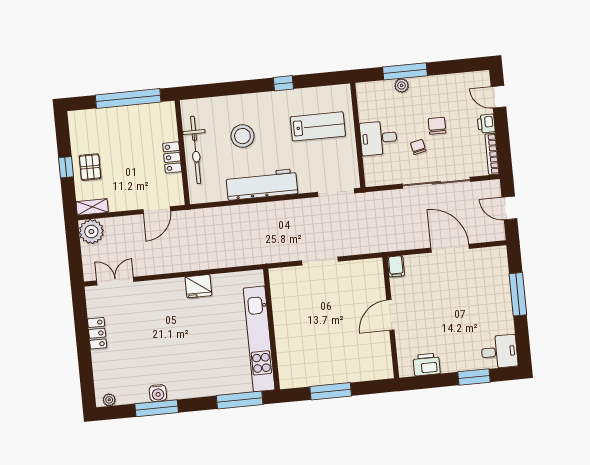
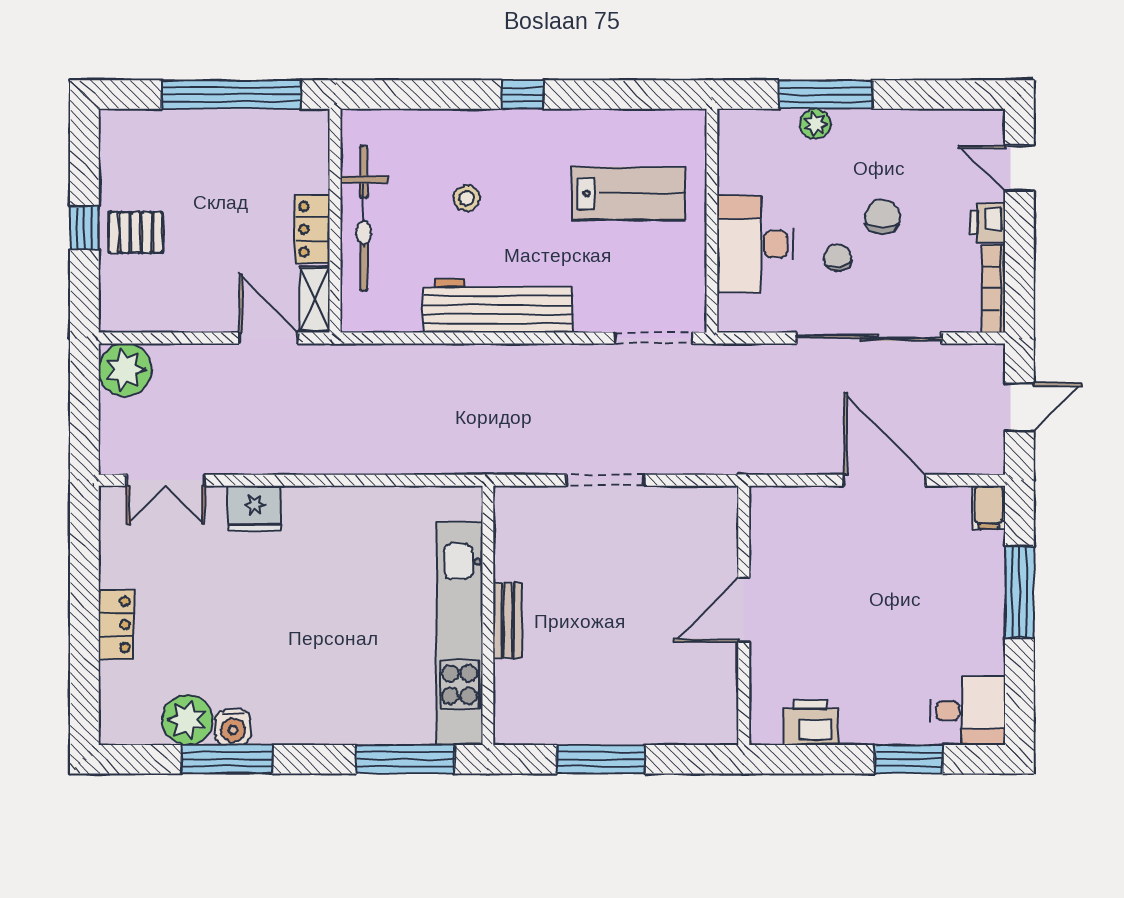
window: (283, 83) -> (523, 95), moved
stool: (242, 136) -> (466, 198), width x0.53, depth x0.53
desk: (378, 138) -> (755, 244), width x1.37
pallet: (90, 167) -> (136, 232), turned 90
shelving: (92, 207) -> (315, 299), moved, turned 90
door: (509, 208) -> (1019, 407), swing flipped
door: (157, 210) -> (269, 338), swing flipped
filing cabinet: (396, 266) -> (989, 507), moved
double door: (115, 281) -> (166, 480), swing flipped
fridge: (198, 286) -> (254, 508), moved
bench: (281, 331) -> (508, 620), added
locker: (97, 333) -> (116, 624), moved
plant: (109, 400) -> (187, 720), moved, width x1.88, depth x1.88

